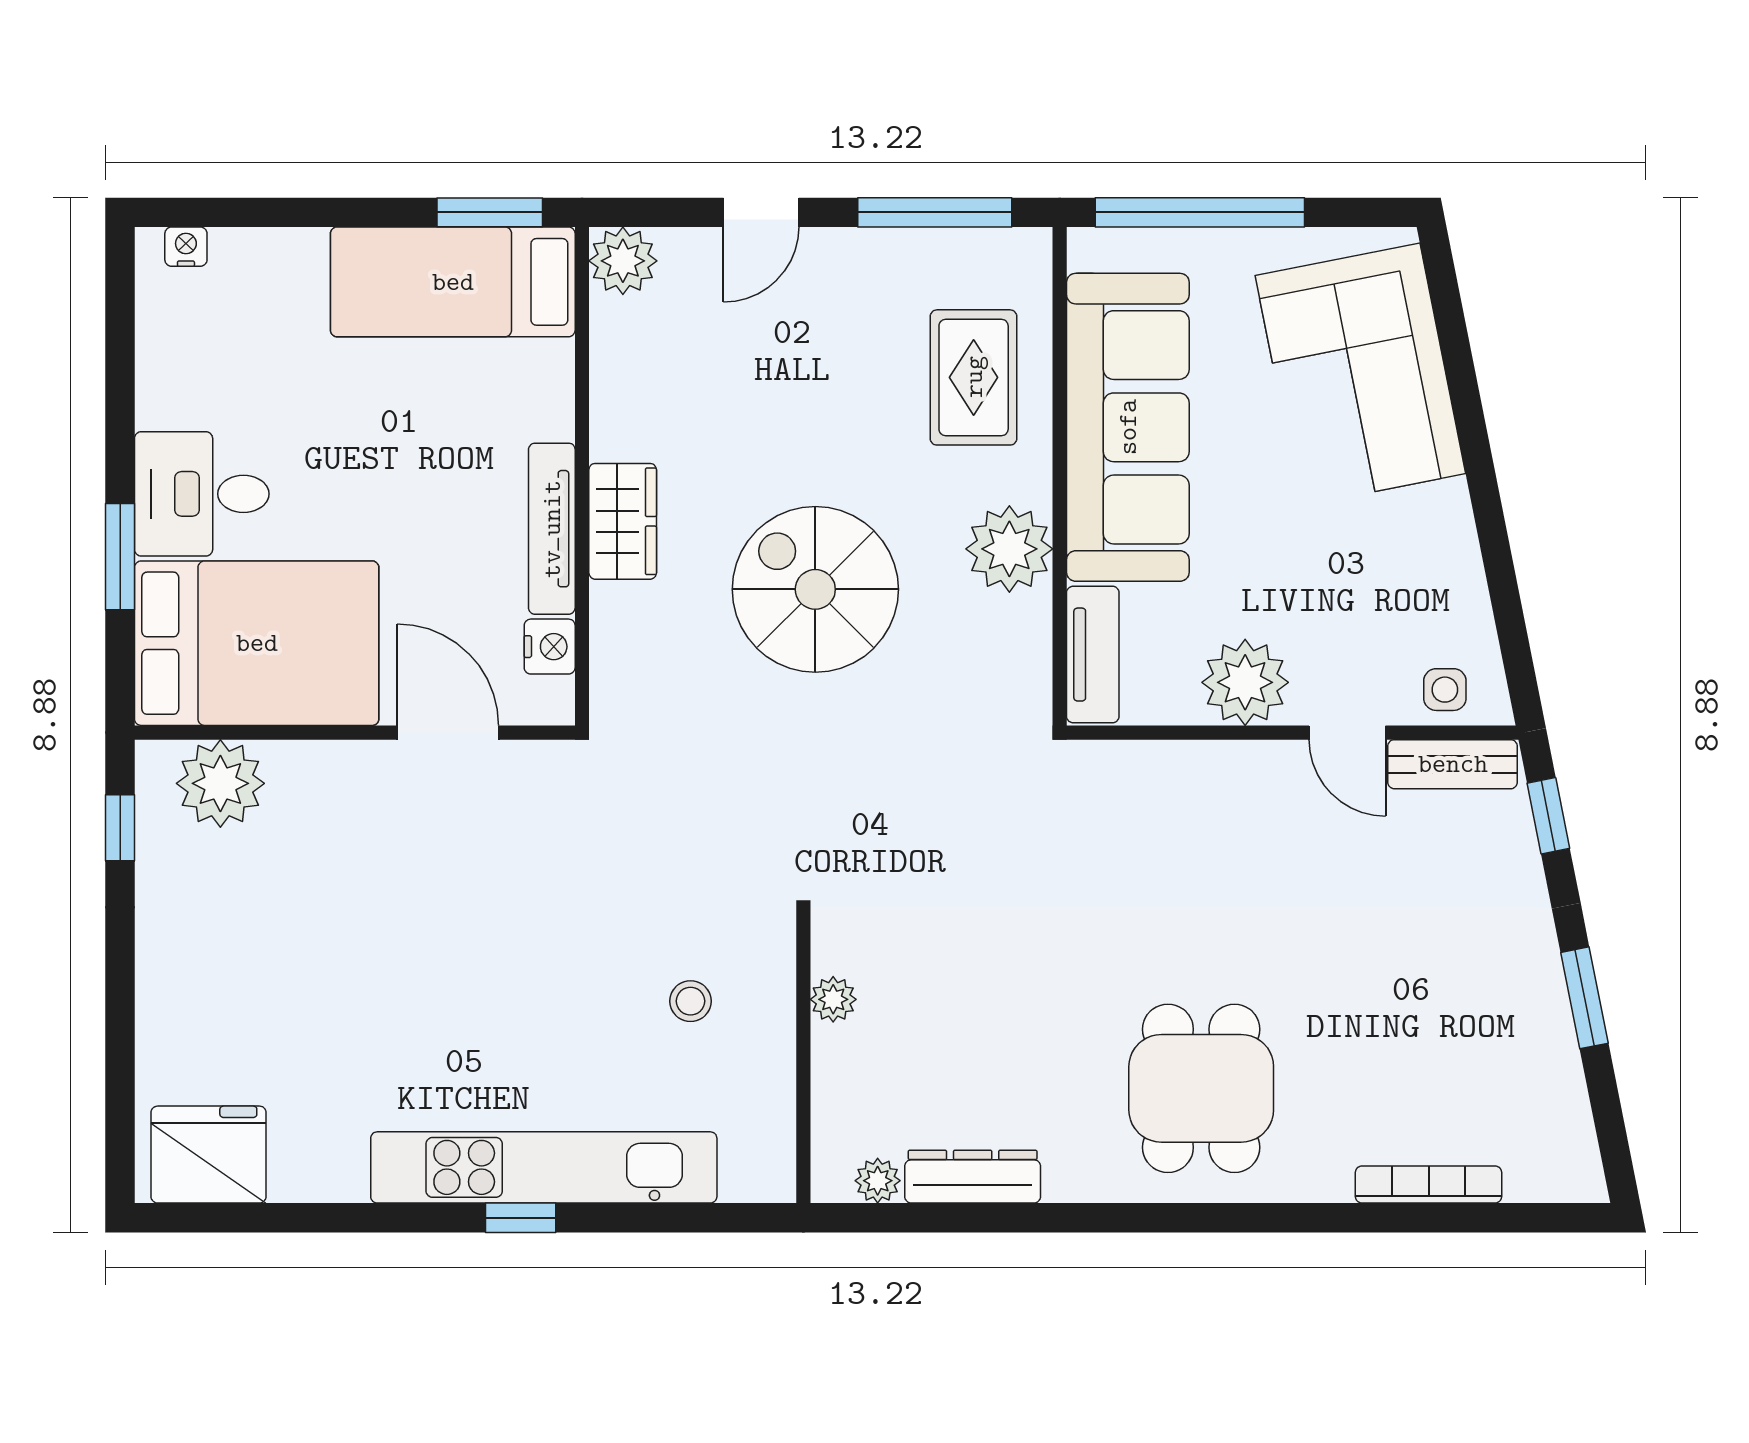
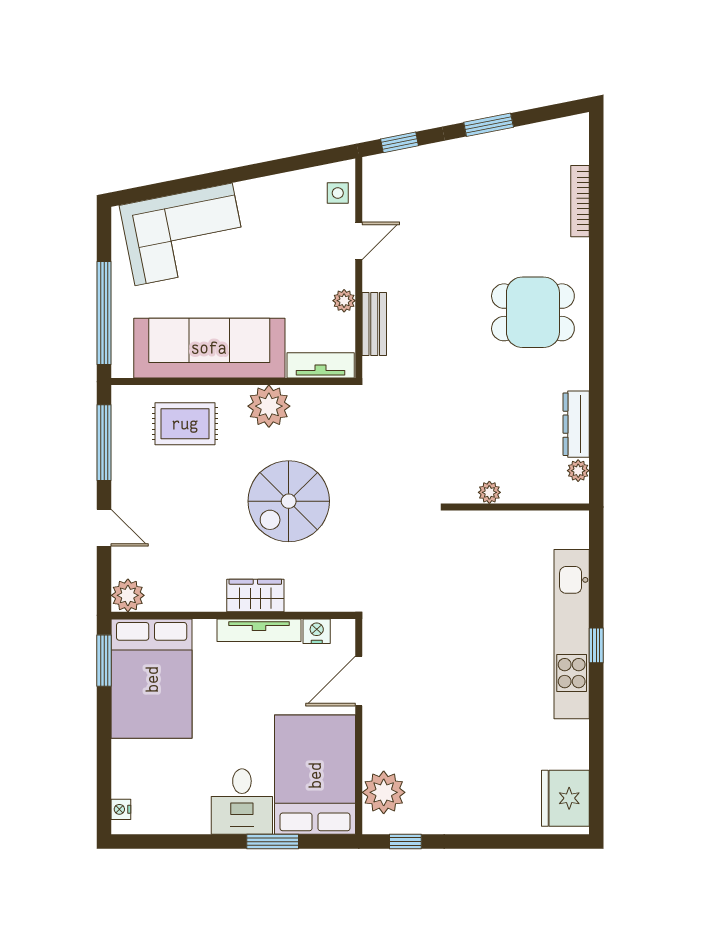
bed: (453, 282) -> (152, 679), width x1.50
plant: (1245, 682) -> (344, 301), width x0.53, depth x0.53
bench: (1453, 764) -> (374, 324), moved
stool: (690, 1001) -> (490, 562), removed

